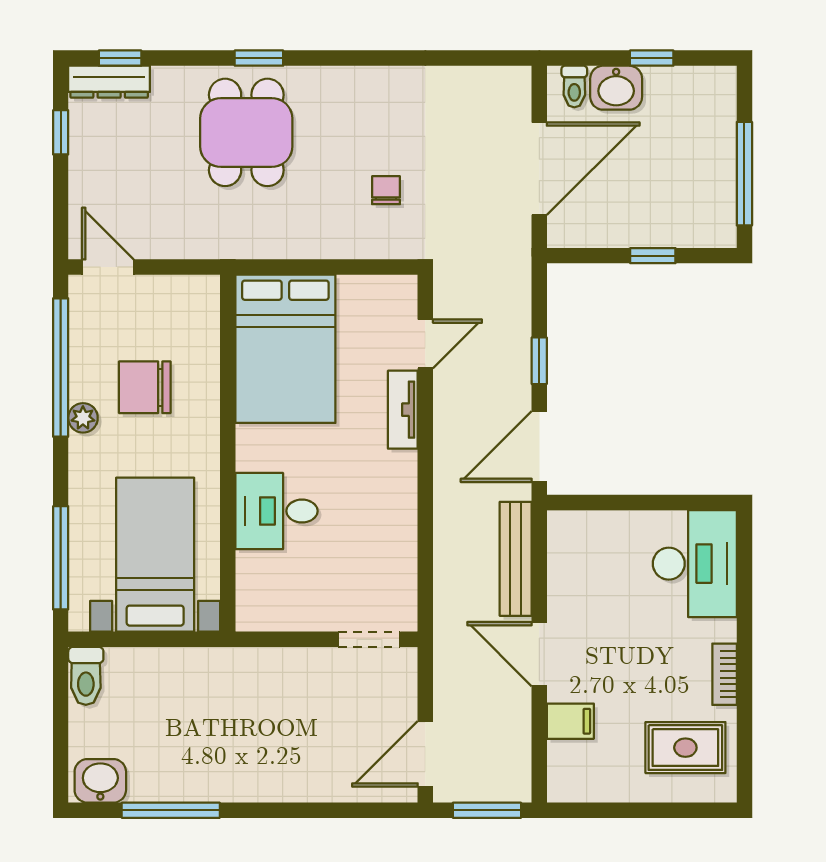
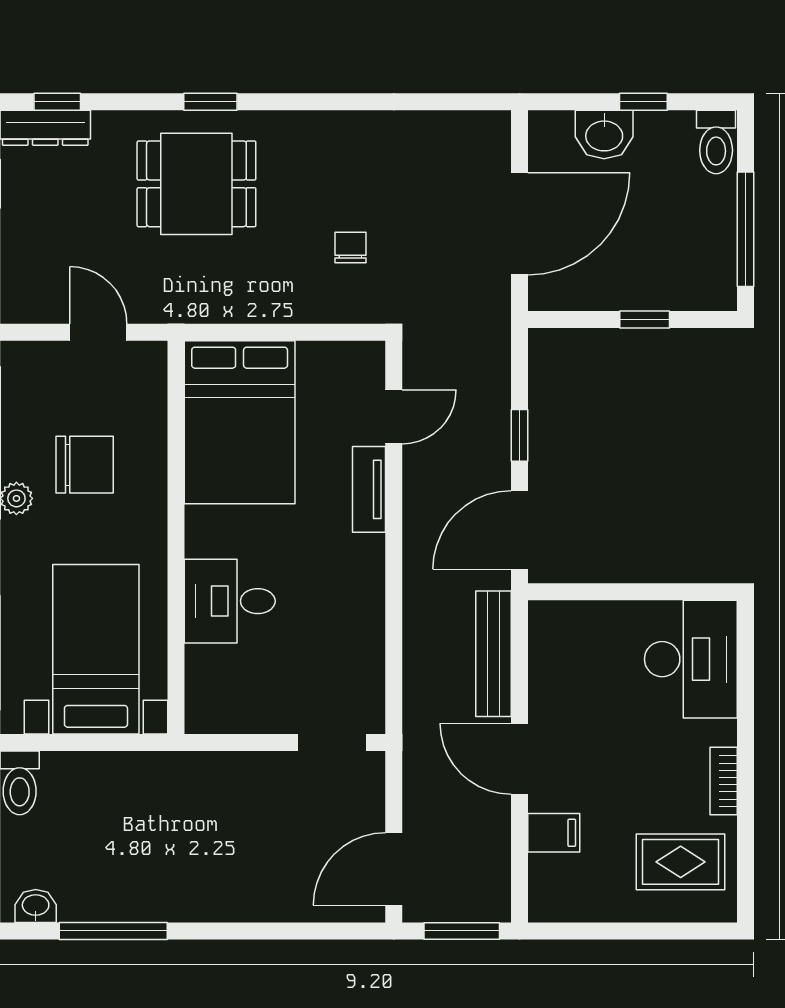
toilet: (574, 87) -> (716, 142), moved, width x1.37, depth x1.39
dining table: (246, 132) -> (196, 184), turned 90
door: (108, 267) -> (98, 332), moved
chair: (145, 387) -> (85, 465), turned 180
washbasin: (100, 781) -> (36, 906), width x0.72, depth x0.69

